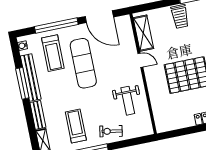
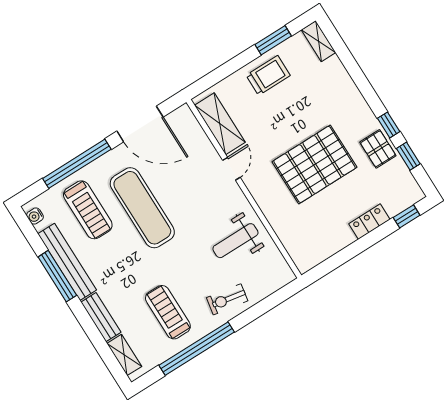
trolley: (180, 16) -> (268, 75), turned -90
door: (140, 60) -> (231, 169), hinge flipped
weight bench: (128, 101) -> (235, 241), turned 90

